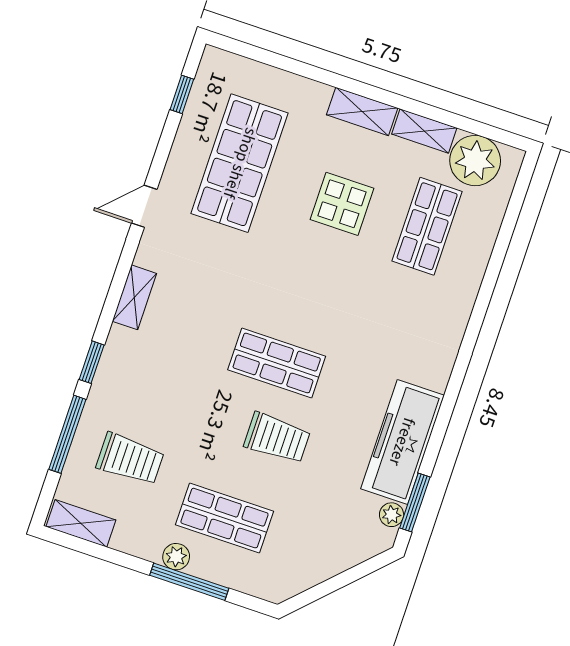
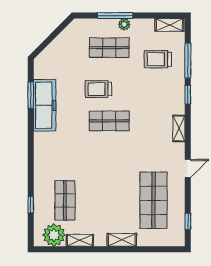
shelving: (362, 111) -> (122, 240), moved
display table: (342, 204) -> (104, 198), removed
window: (503, 242) -> (31, 205), added
window: (415, 503) -> (31, 95), moved
plant: (392, 515) -> (39, 73), removed

